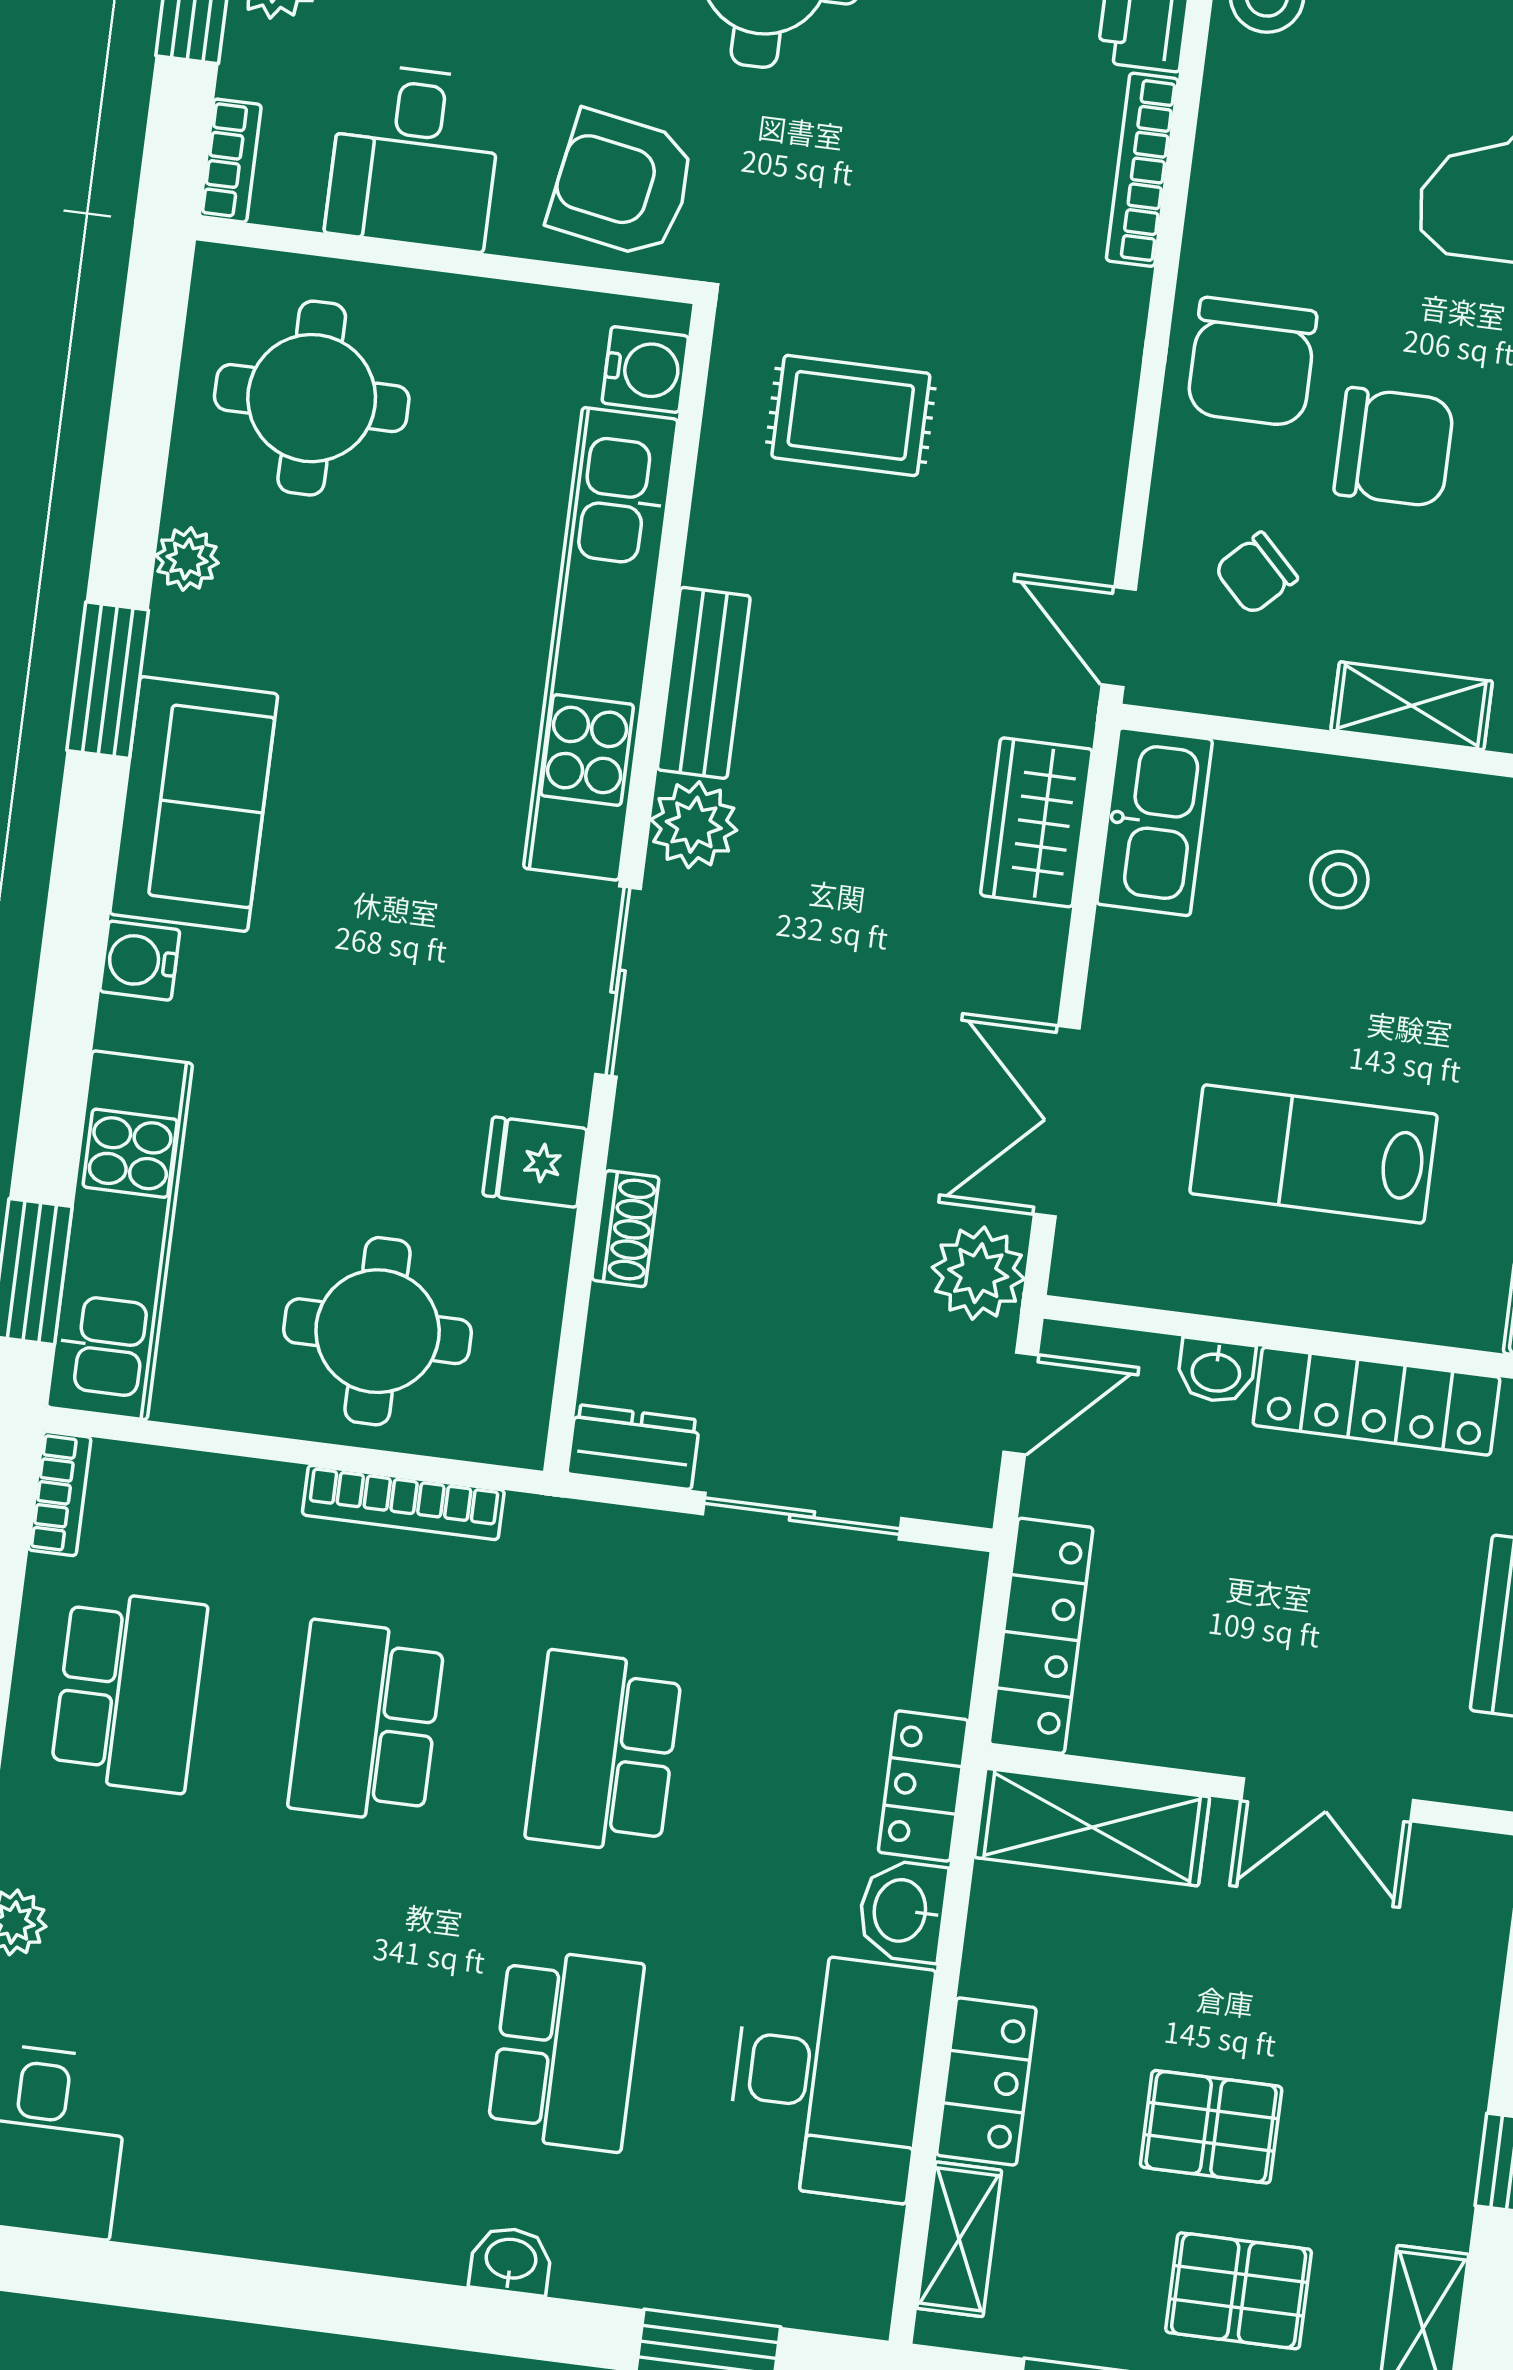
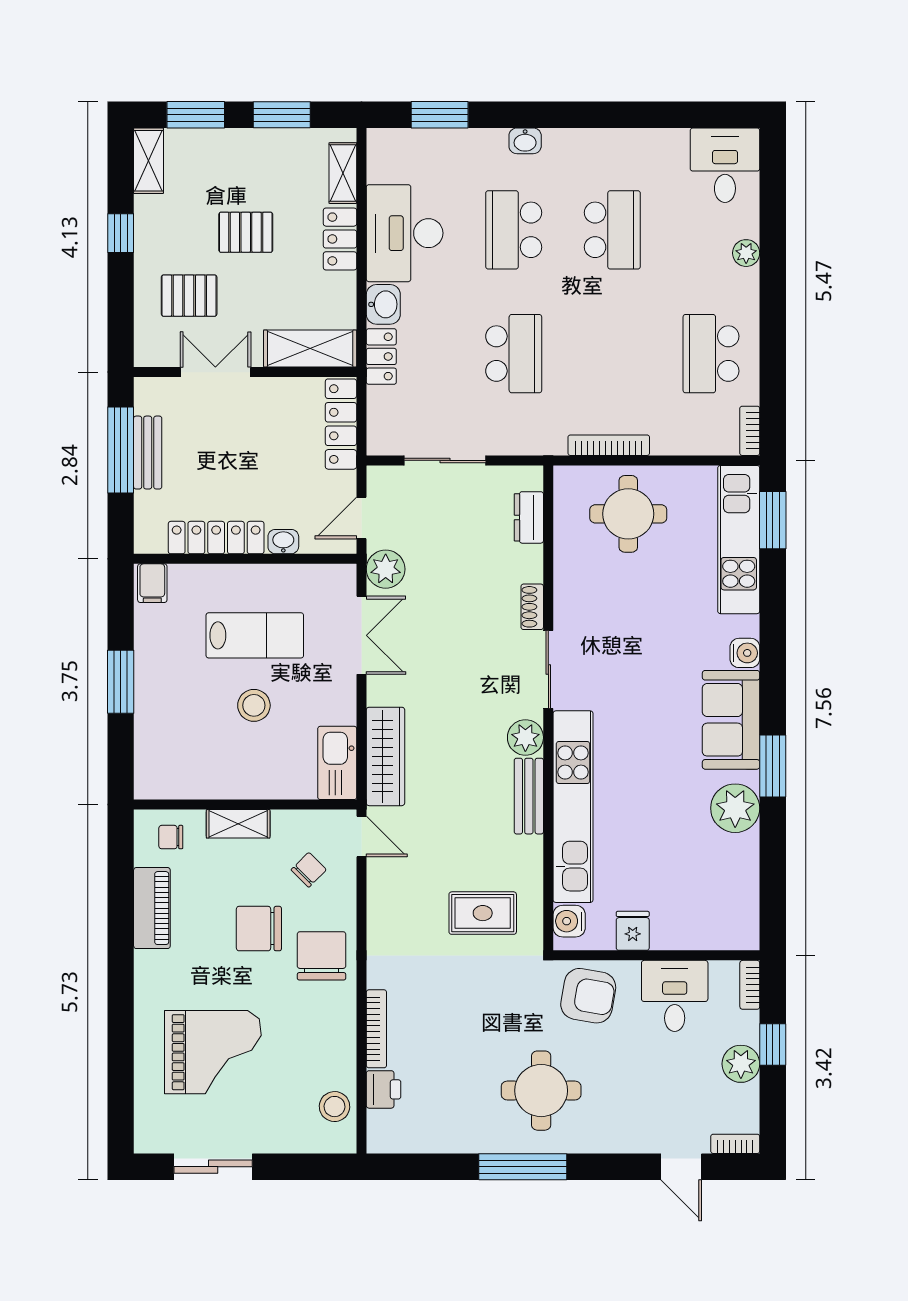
round table: (312, 398) -> (704, 892), removed
plant: (187, 559) -> (735, 808), width x1.88, depth x1.88
wardrobe: (1036, 822) -> (385, 756), width x1.50
stool: (1339, 880) -> (254, 705), moved, width x1.37, depth x1.37
fridge: (535, 1162) -> (633, 931), moved, turned -90
shoe rack: (625, 1229) -> (532, 607), moved
dresser: (633, 1447) -> (529, 517), moved, turned 90
school desk: (366, 1722) -> (612, 230), moved
pallet: (1239, 2291) -> (189, 296), moved

